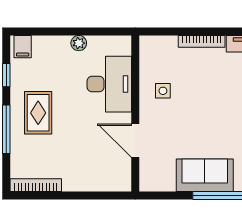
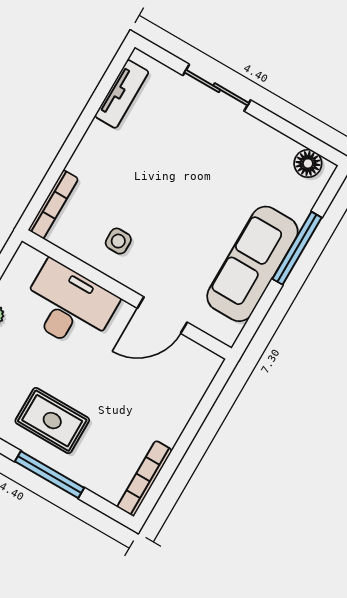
bookcase: (202, 41) -> (53, 204), moved
sofa: (205, 175) -> (252, 264), width x1.36

